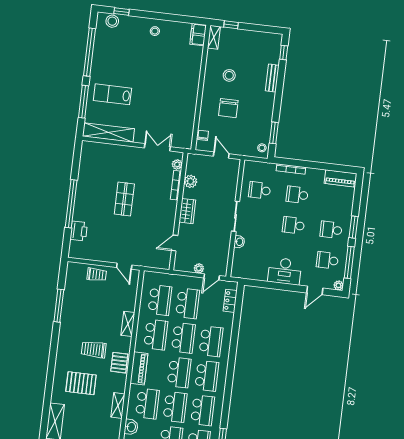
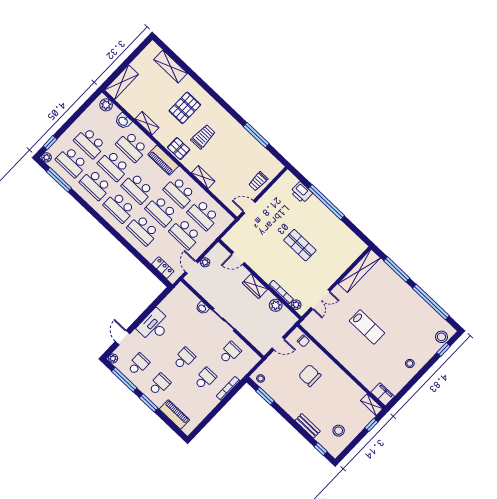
stool: (229, 75) -> (339, 431), moved
lab bench: (112, 94) -> (367, 327), moved, turned 90
piano: (341, 178) -> (174, 414), moved, turned 90
door: (175, 243) -> (238, 258), swing flipped

